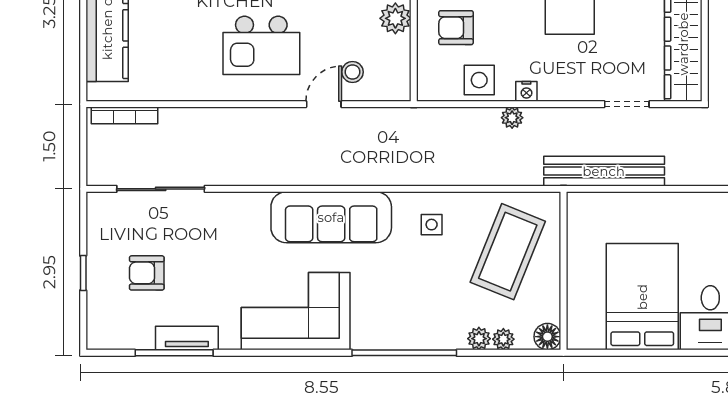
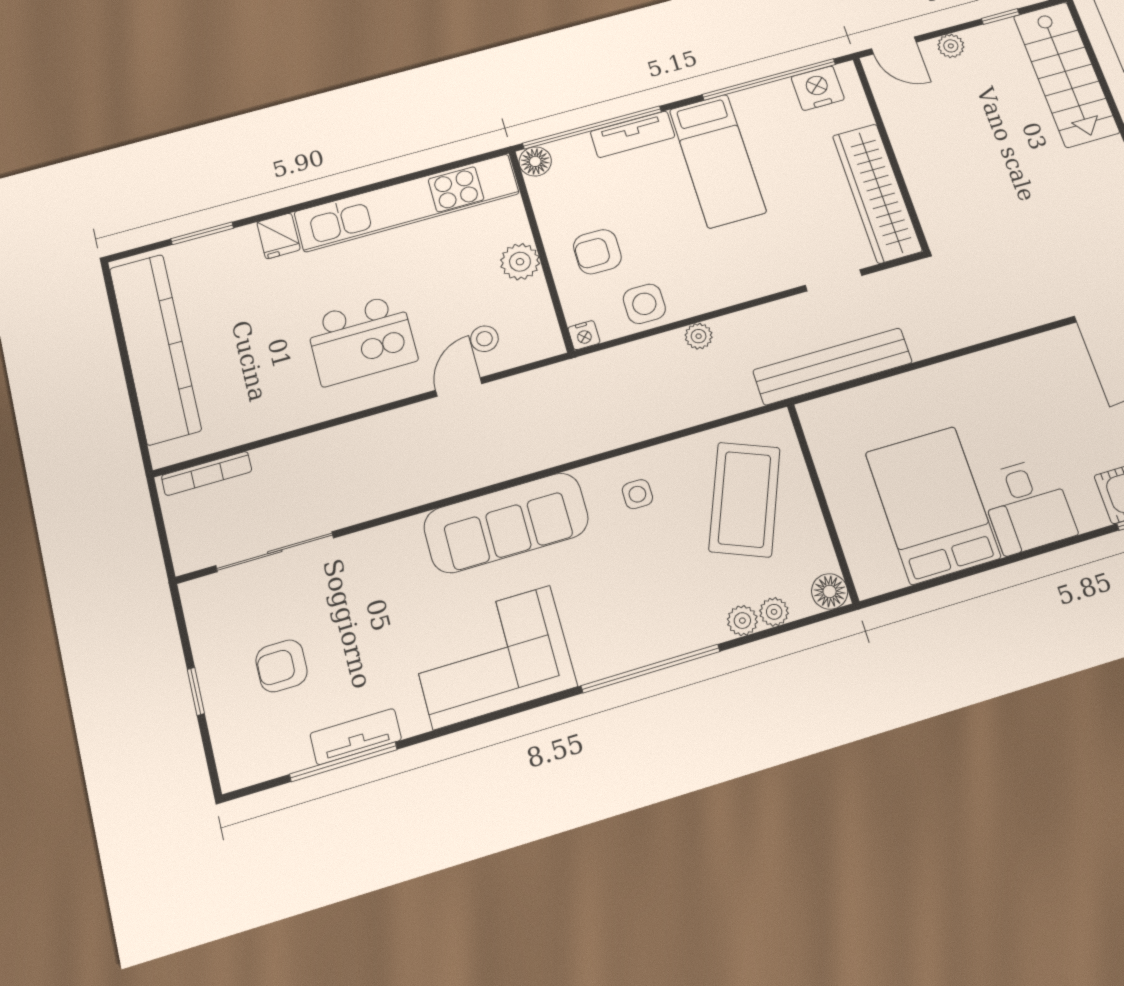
nightstand: (526, 91) -> (584, 335), moved

